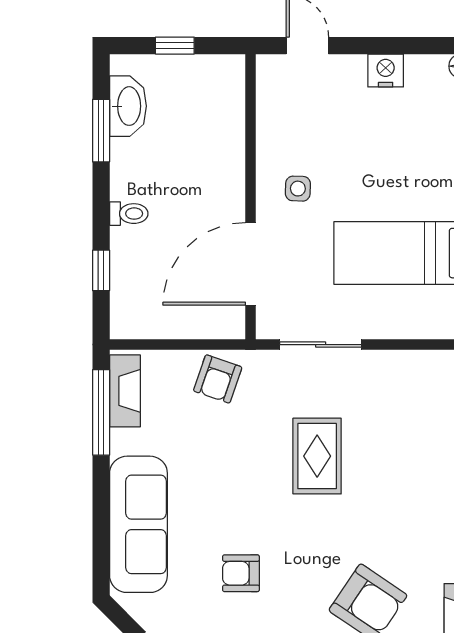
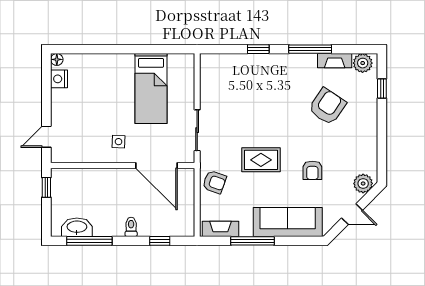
window: (175, 46) -> (46, 187), moved
nightstand: (386, 70) -> (59, 79), moved
window: (101, 131) -> (89, 241), width x1.44
window: (101, 412) -> (253, 241), moved
rug: (317, 456) -> (261, 160), moved

